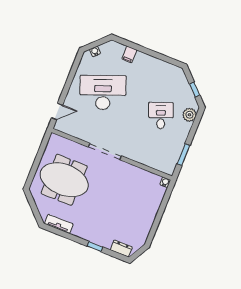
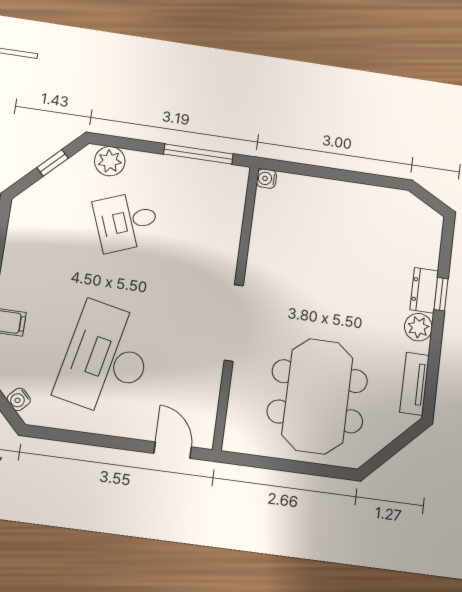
desk: (103, 92) -> (106, 359), turned 33
window: (183, 155) -> (198, 154), width x1.44
plant: (83, 232) -> (418, 327), added
dresser: (121, 249) -> (424, 290), moved

